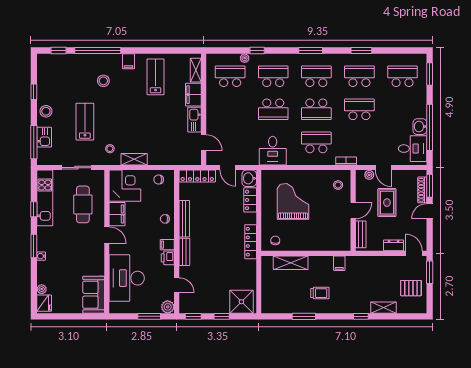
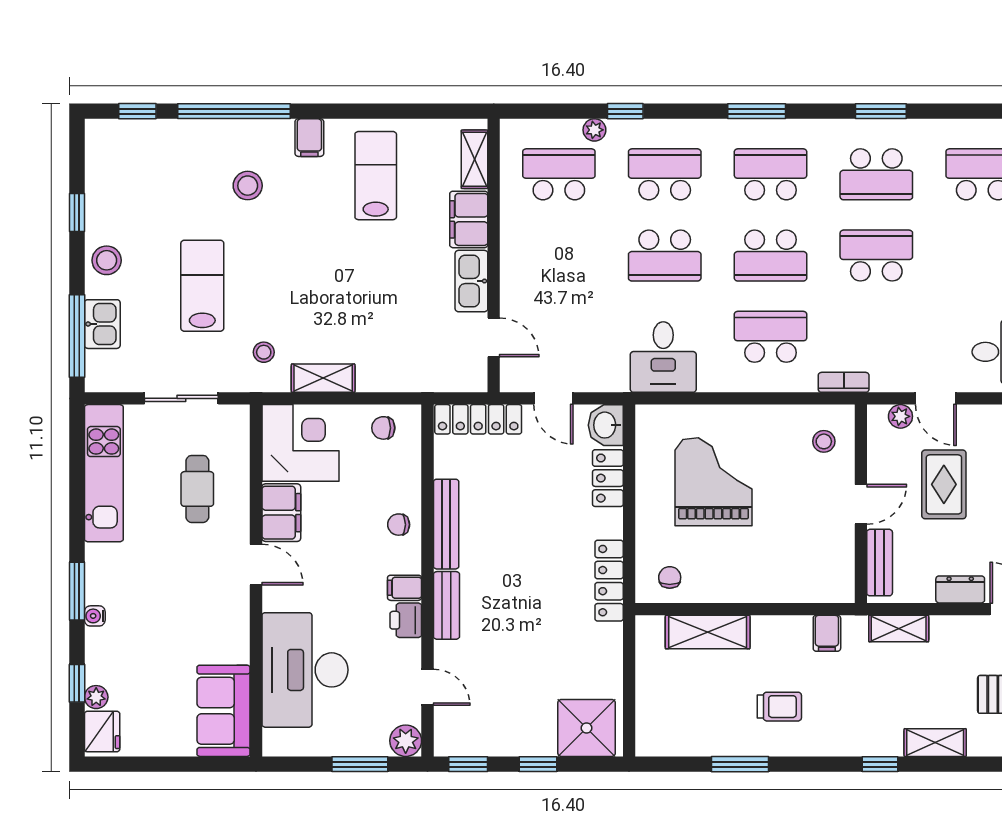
school desk: (359, 76) -> (876, 174), turned 180
cafe table: (83, 204) -> (197, 489), width x0.73, depth x0.74
window: (34, 209) -> (77, 683), moved
shelving: (369, 261) -> (899, 629), added

